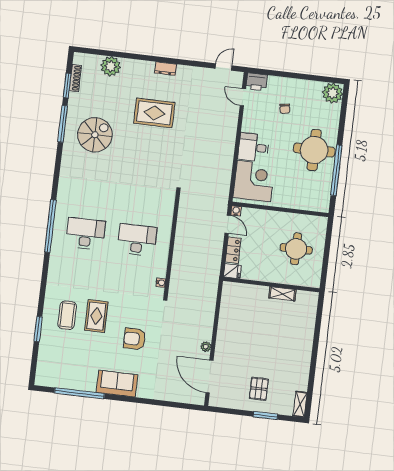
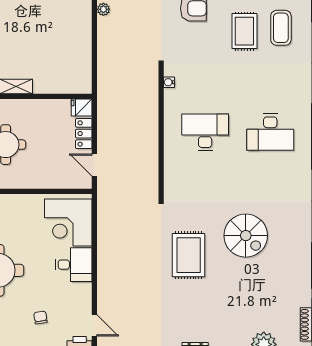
rug: (154, 113) -> (189, 255), moved, turned 90
spiral stairs: (95, 135) -> (246, 236), moved, turned -90
water cooler: (236, 211) -> (86, 183), removed
desk: (137, 240) -> (205, 132), turned 180

